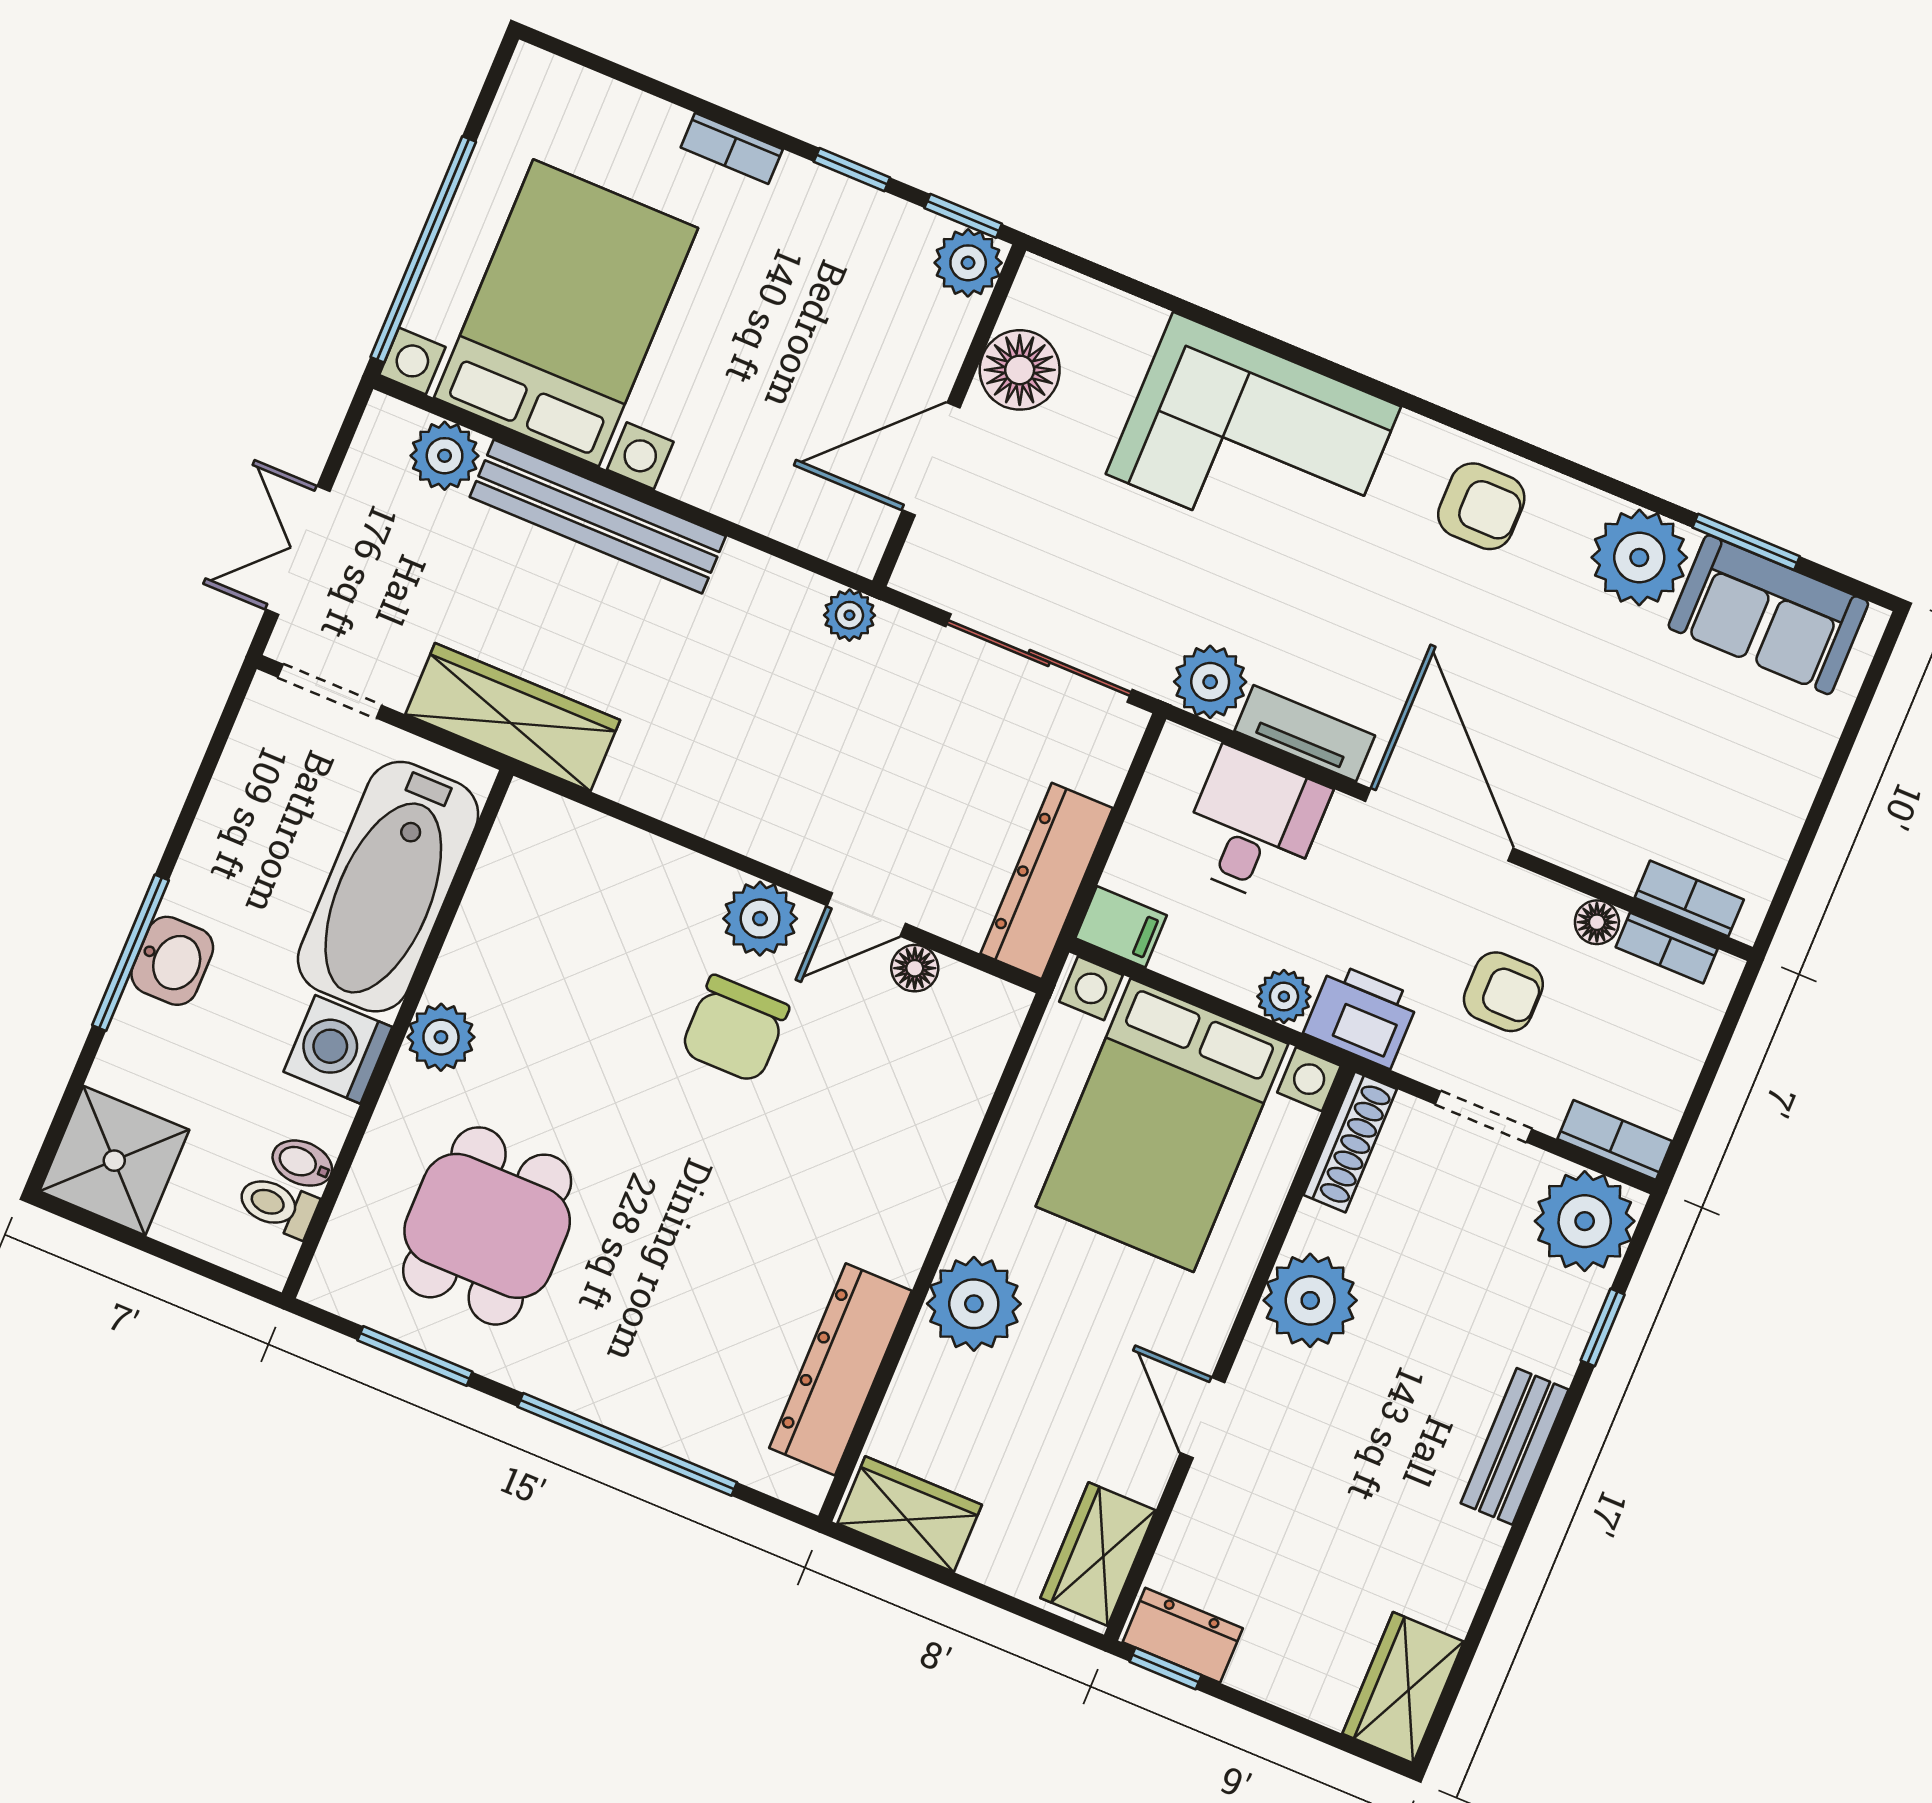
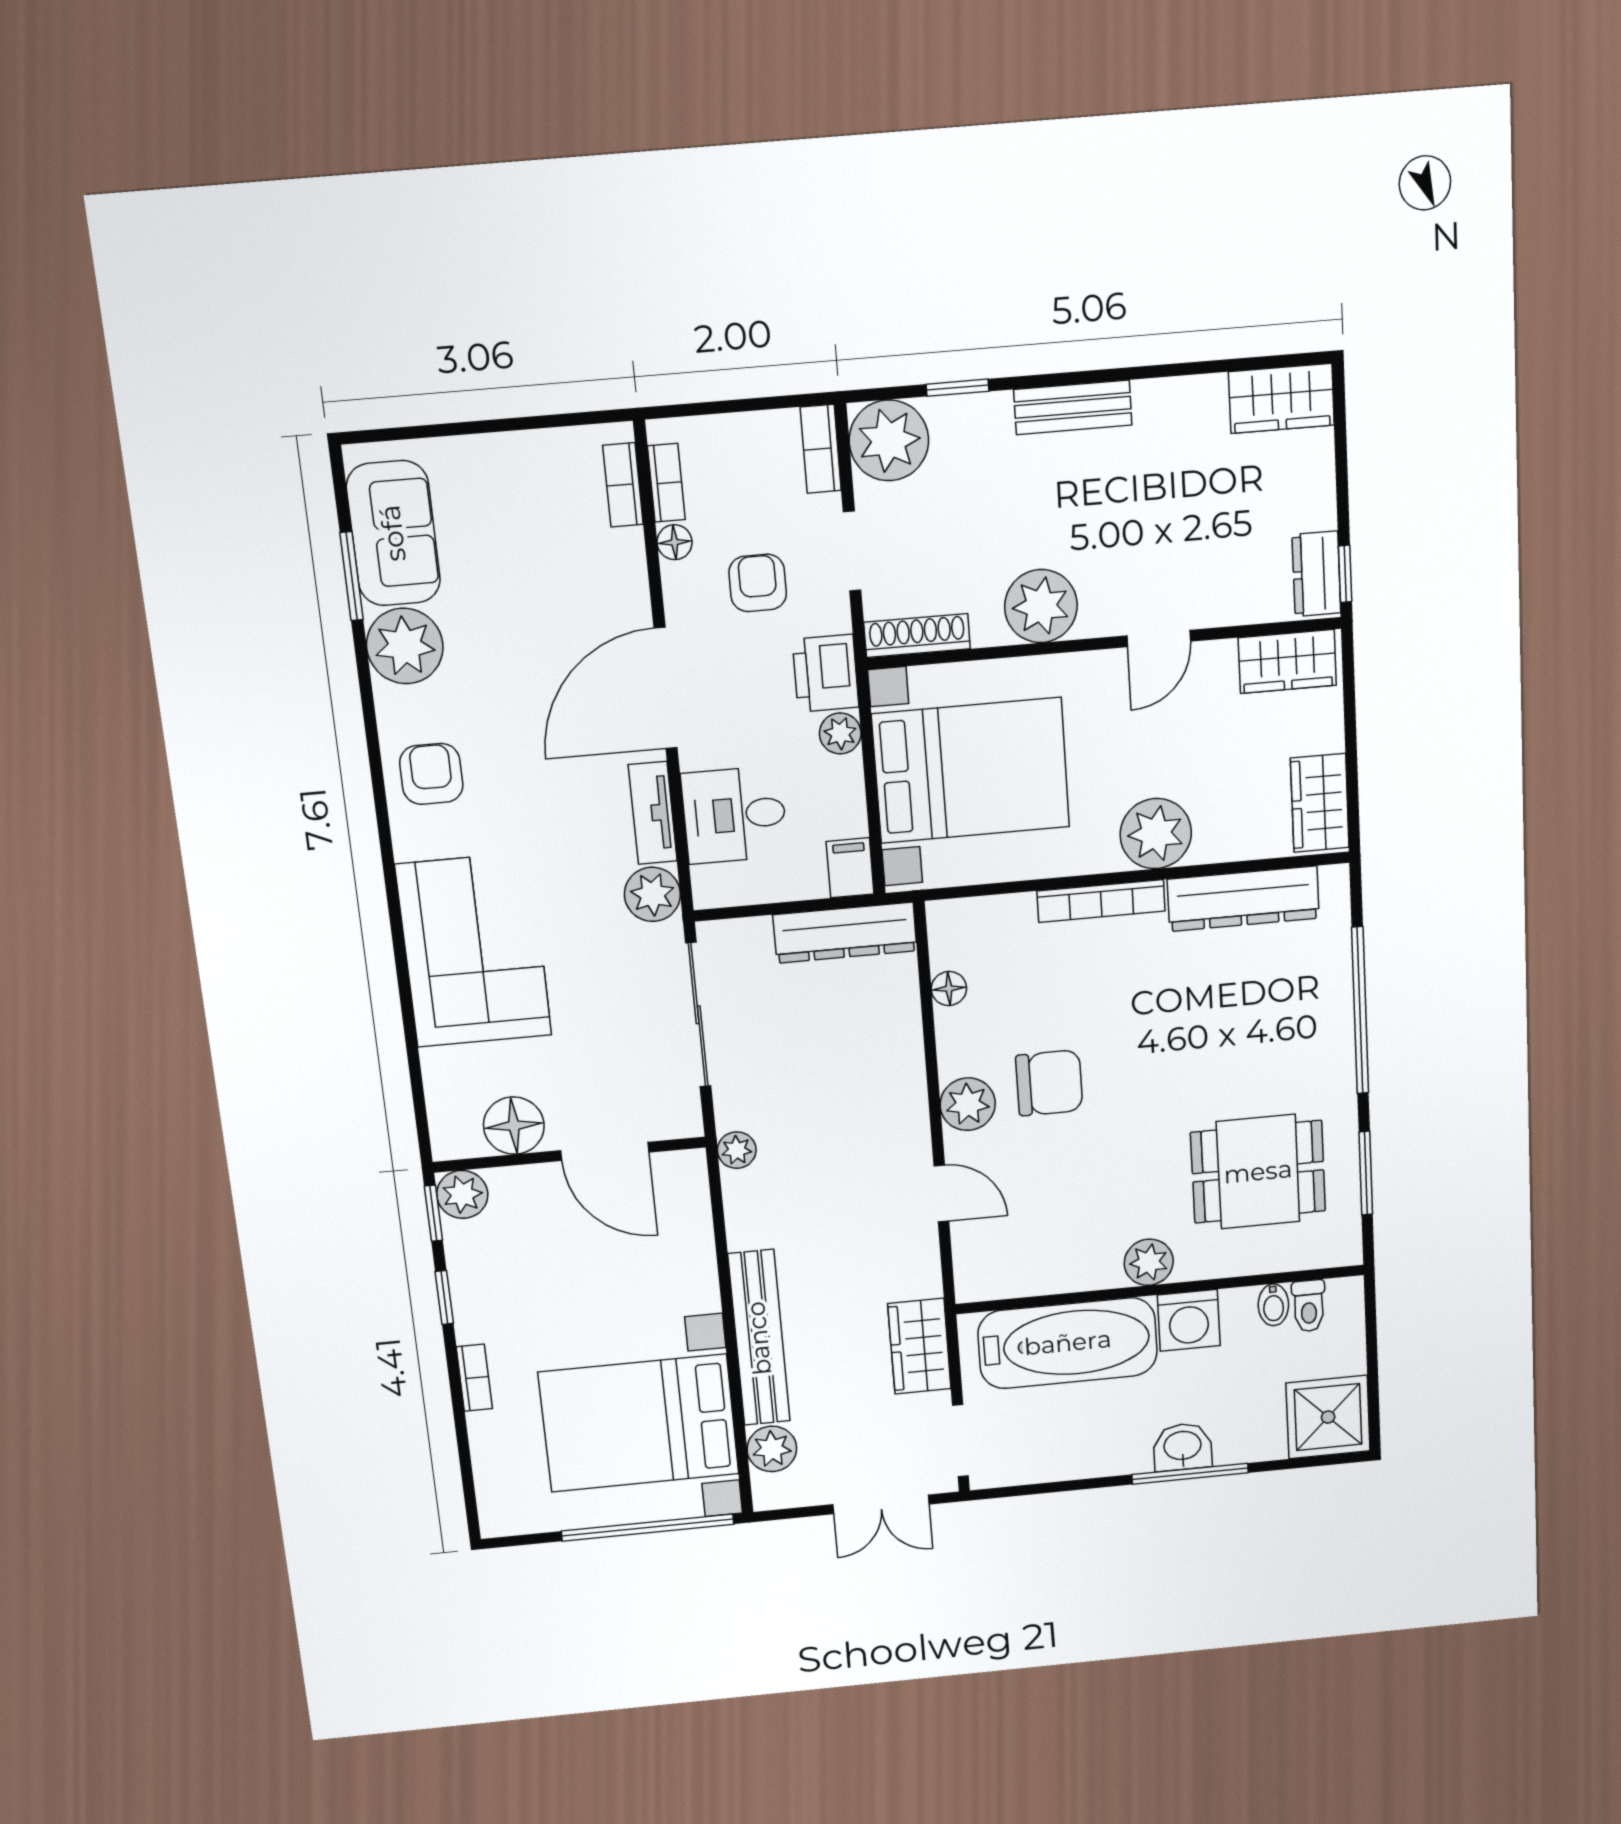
wardrobe: (513, 717) -> (919, 1346), width x0.67
door: (866, 915) -> (941, 1194), moved
bookcase: (926, 1200) -> (1101, 901), added

